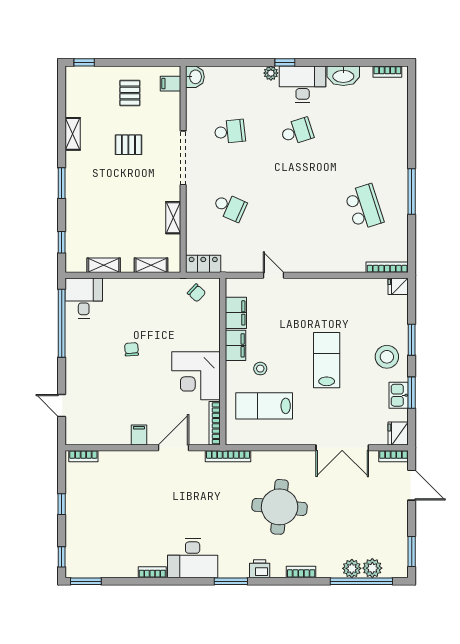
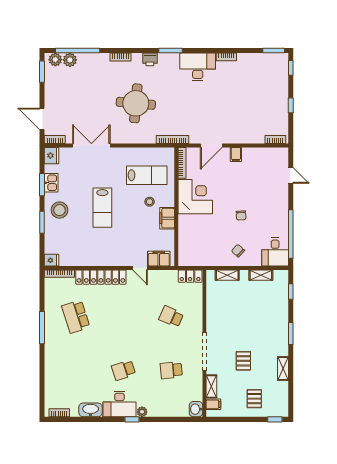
pallet: (130, 93) -> (254, 399), moved
pallet: (128, 145) -> (243, 361), turned 90
shelving: (173, 218) -> (211, 386), moved
locker: (329, 263) -> (101, 277), added
chair: (197, 293) -> (238, 251), moved
filing cabinet: (236, 313) -> (159, 259), moved, turned 90
plant: (352, 568) -> (55, 60), moved

